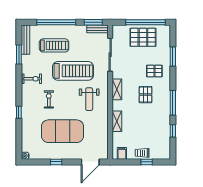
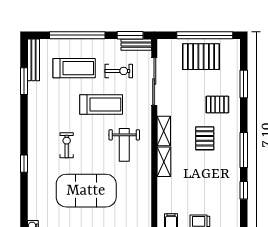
treadmill: (73, 71) -> (101, 105), width x0.73, depth x0.73
exercise bike: (32, 79) -> (119, 71), moved
shelving: (117, 121) -> (164, 162), moved

